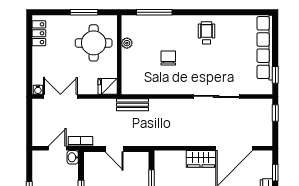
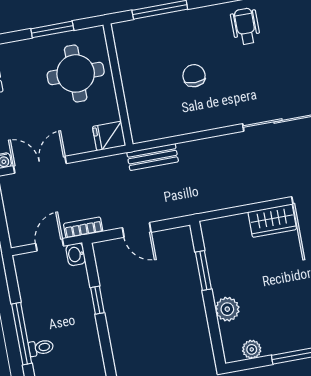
plant: (127, 43) -> (126, 65), removed

